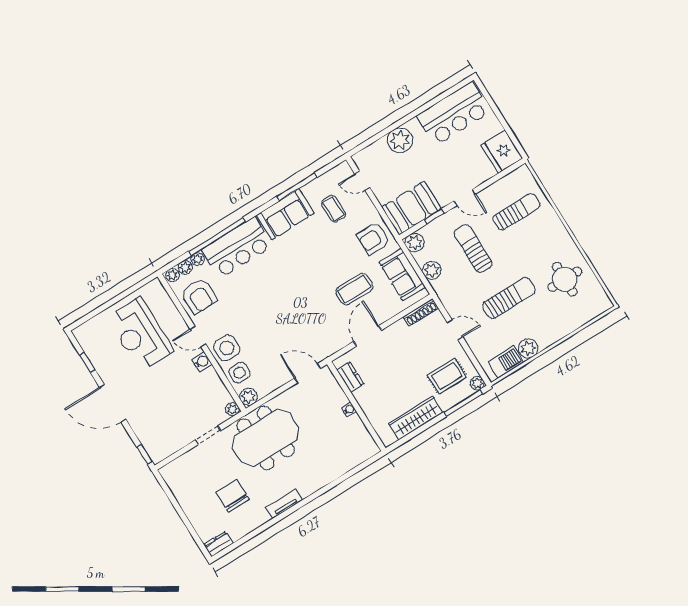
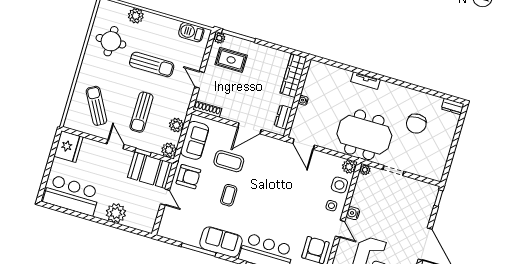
door: (362, 181) -> (165, 197), moved
coffee table: (333, 209) -> (229, 195), moved
sun lounger: (516, 212) -> (96, 106), turned 61
sun lounger: (509, 298) -> (152, 64), turned 180
side table: (227, 348) -> (331, 206), width x0.54, depth x0.54
plant: (528, 348) -> (136, 16), moved
wardrobe: (416, 418) -> (293, 75), moved, turned 90
tv unit: (284, 504) -> (366, 81), moved

